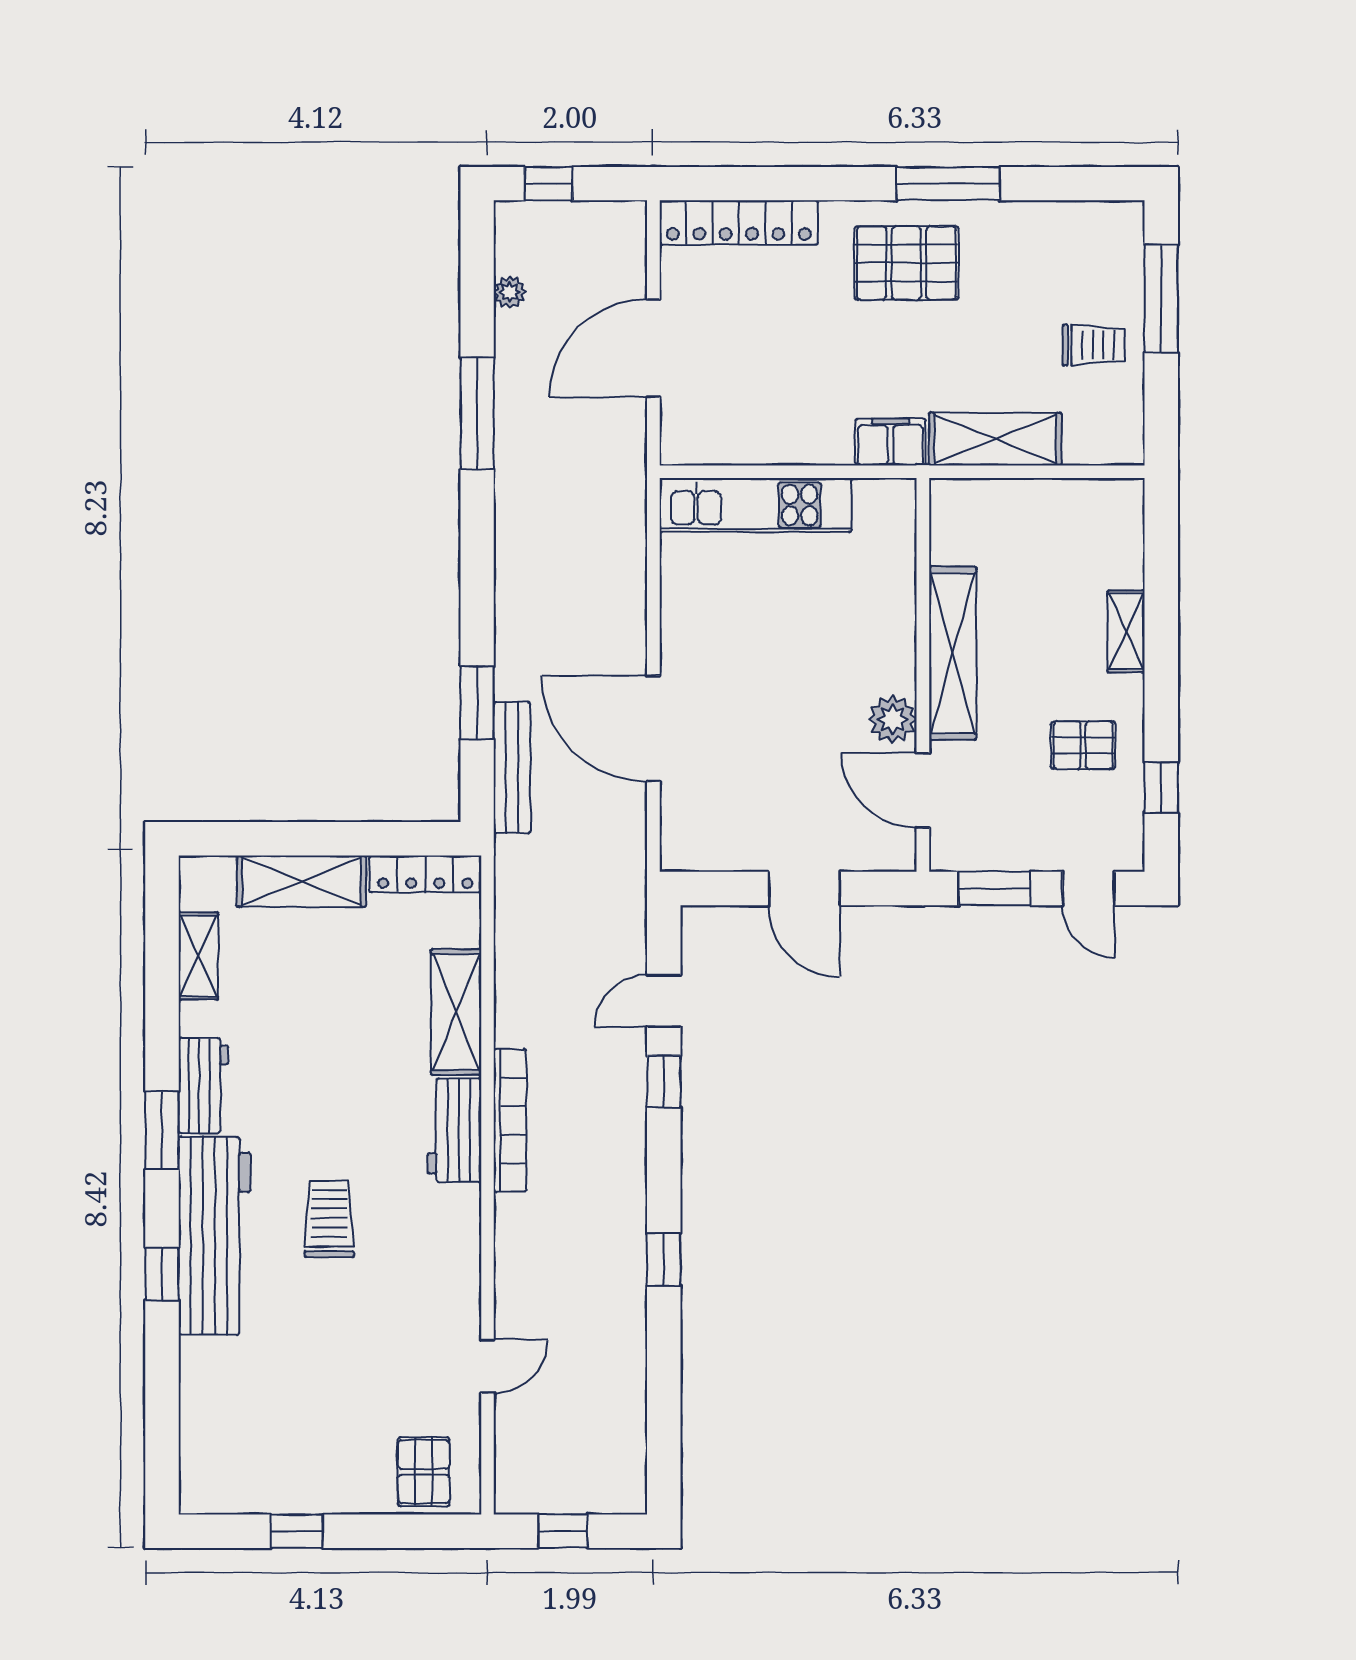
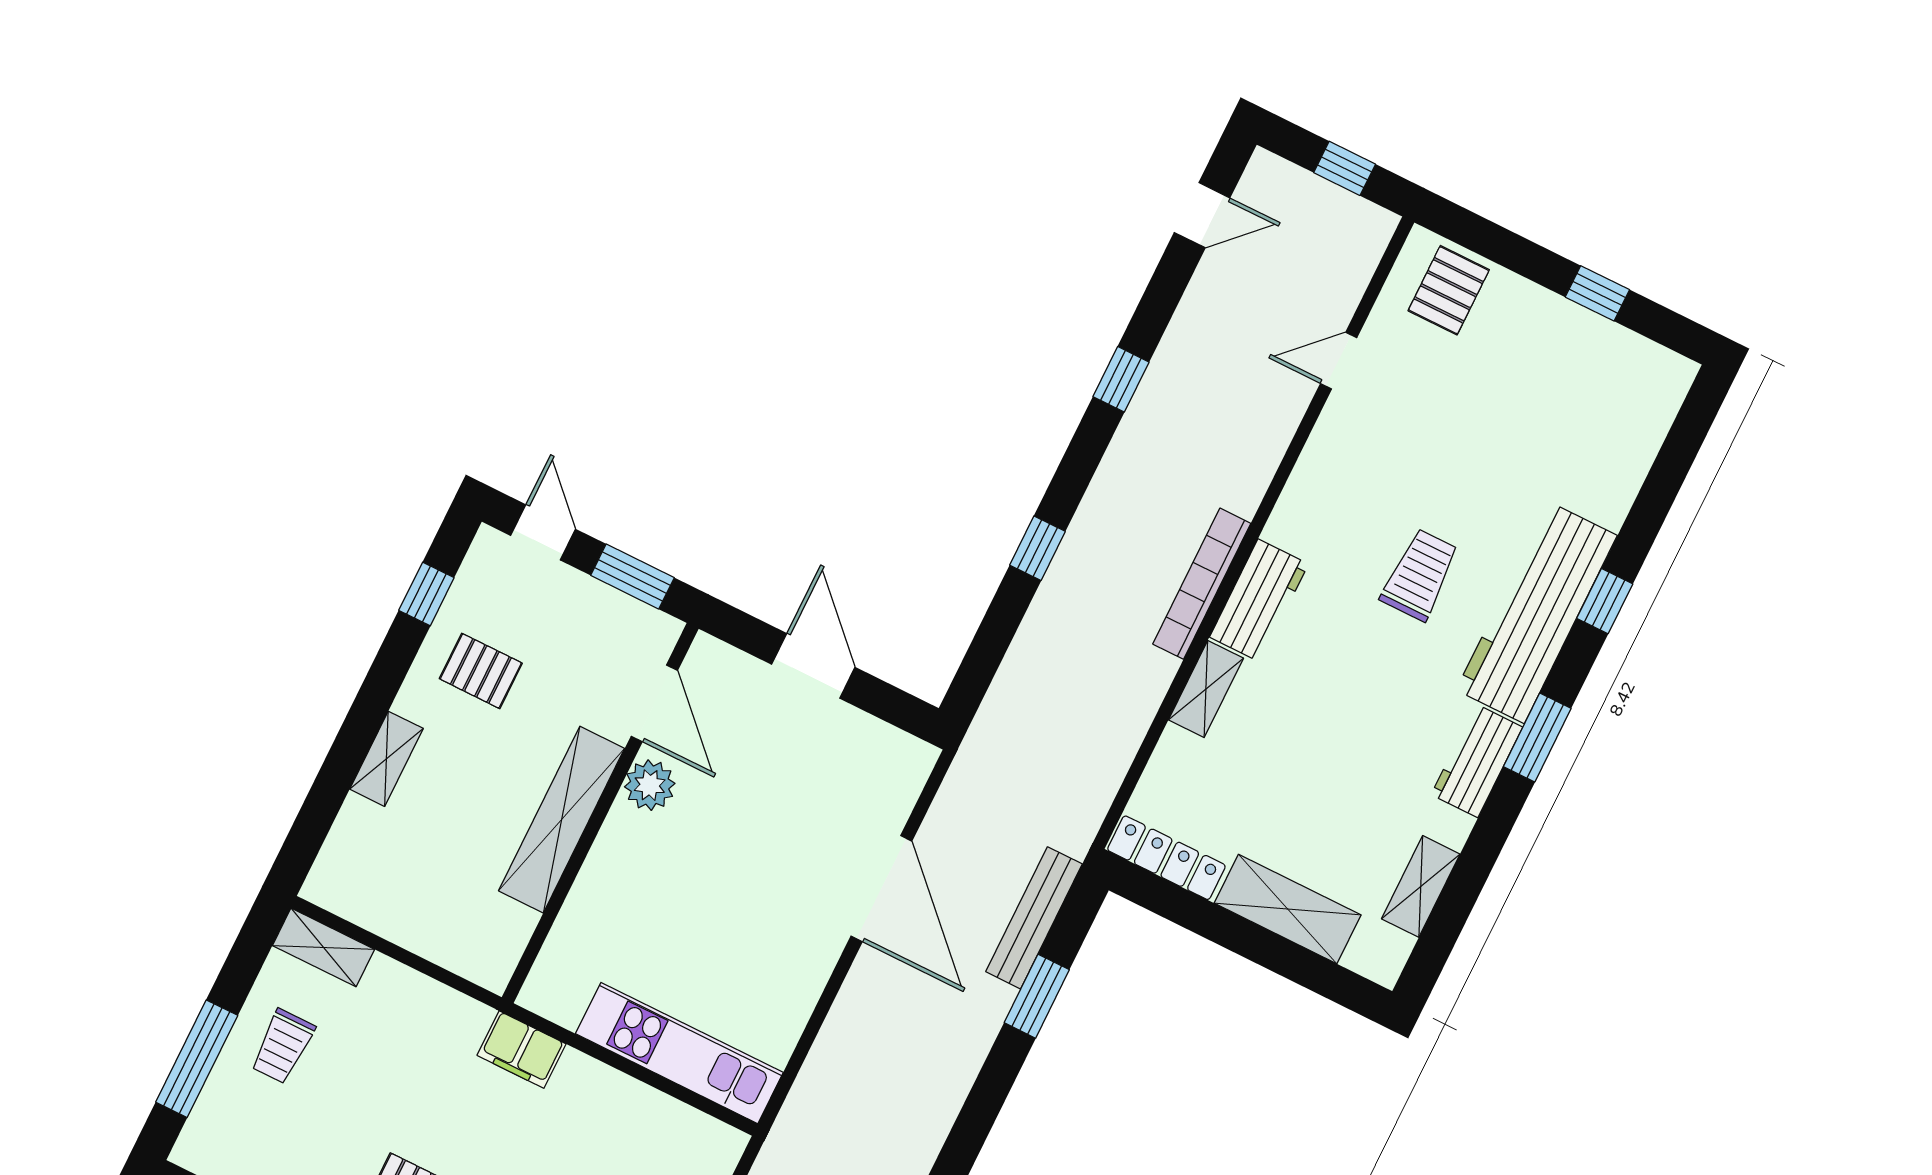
trolley: (1094, 345) -> (283, 1046), turned -90
shelving: (995, 439) -> (324, 947), moved, width x0.67, depth x0.75
door: (664, 1001) -> (1202, 215), moved
shelving: (456, 1012) -> (1206, 689), width x0.67, depth x0.75
trolley: (329, 1219) -> (1420, 575), turned 180

